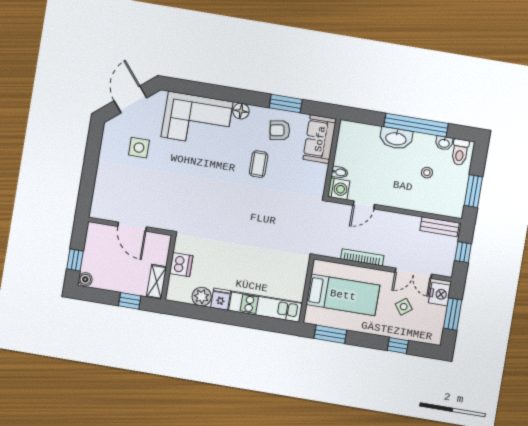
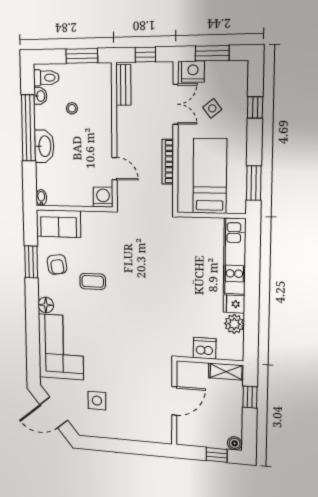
bidet: (340, 172) -> (41, 198), moved

